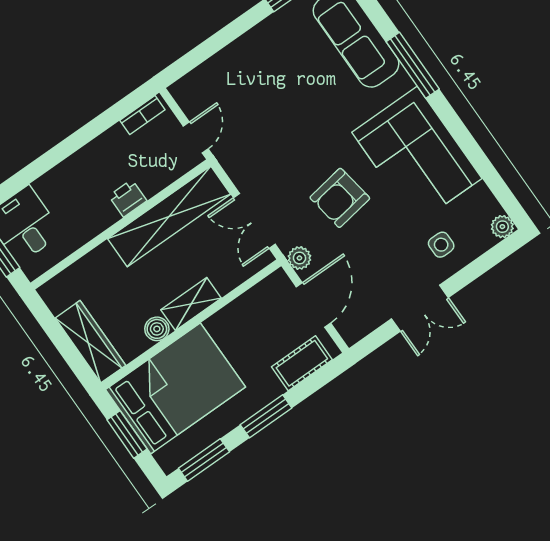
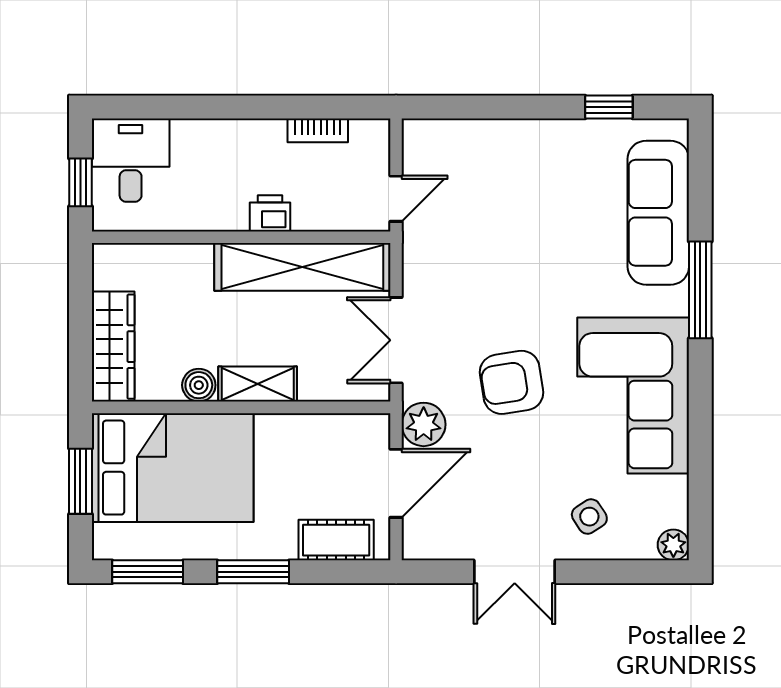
bookcase: (142, 115) -> (318, 130), moved
side table: (441, 245) -> (589, 517), turned -33
plant: (299, 258) -> (424, 424), width x1.38, depth x1.38

